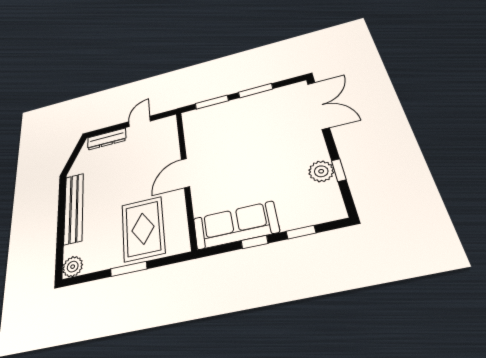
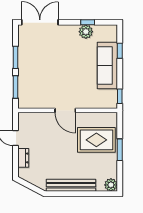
dresser: (107, 139) -> (23, 158), width x0.70
sofa: (236, 225) -> (107, 66), moved
window: (255, 242) -> (120, 96), moved

